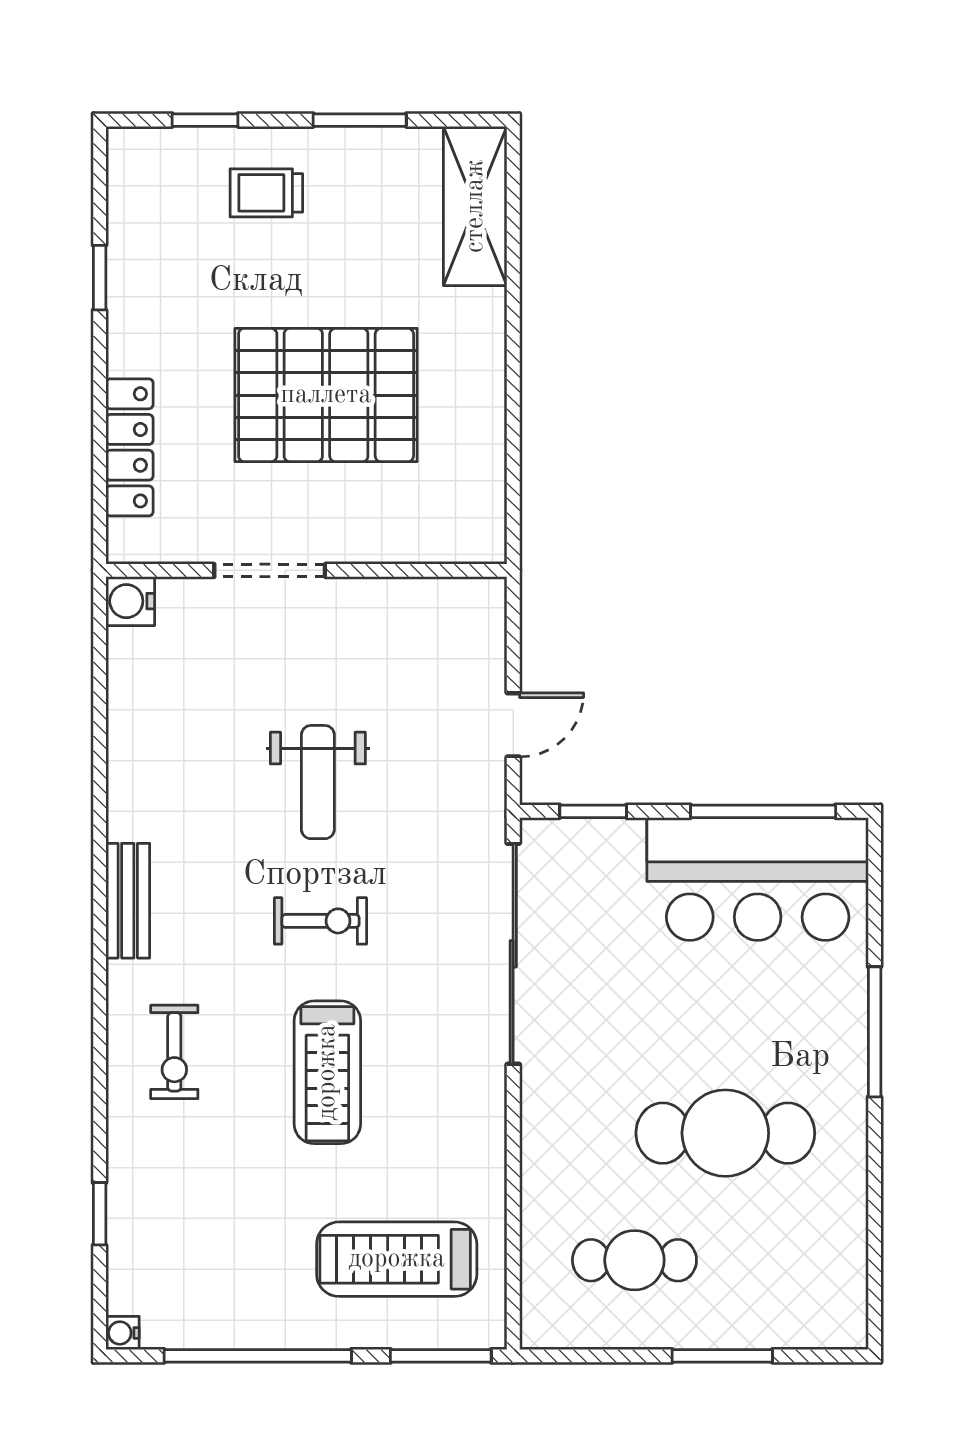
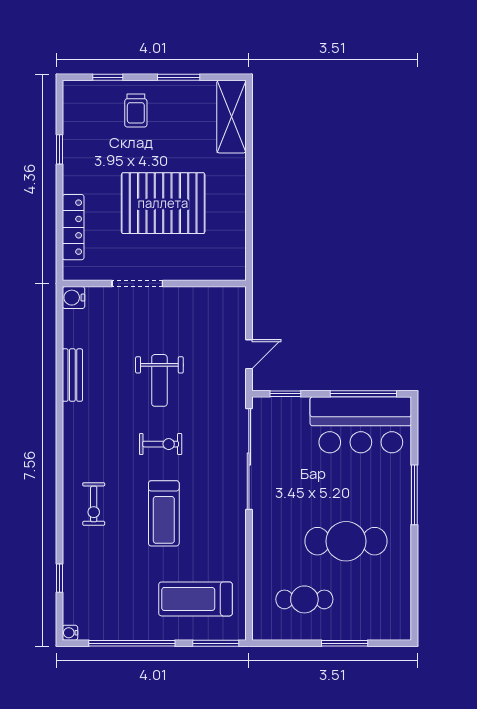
trolley: (266, 193) -> (136, 111), turned -90
bench: (128, 901) -> (72, 375), moved

